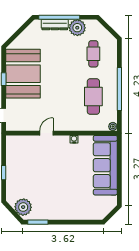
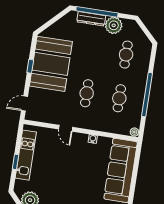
cafe table: (61, 97) -> (87, 93), added
cafe table: (93, 97) -> (119, 98), width x0.73, depth x0.74
door: (46, 133) -> (66, 128), swing flipped
kitchen unit: (12, 165) -> (26, 155), added

